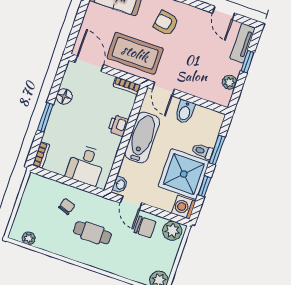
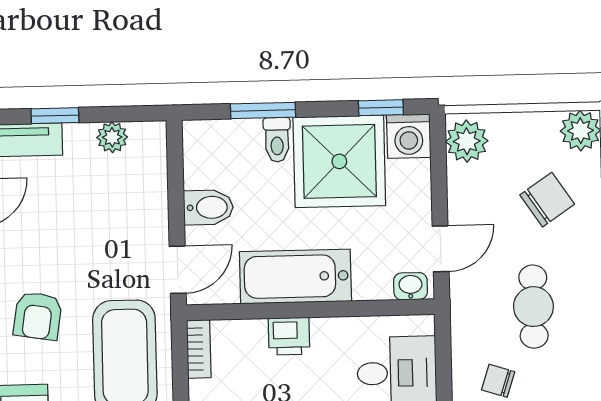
window: (205, 186) -> (381, 108), moved
chair: (145, 227) -> (547, 200), moved, turned 56

